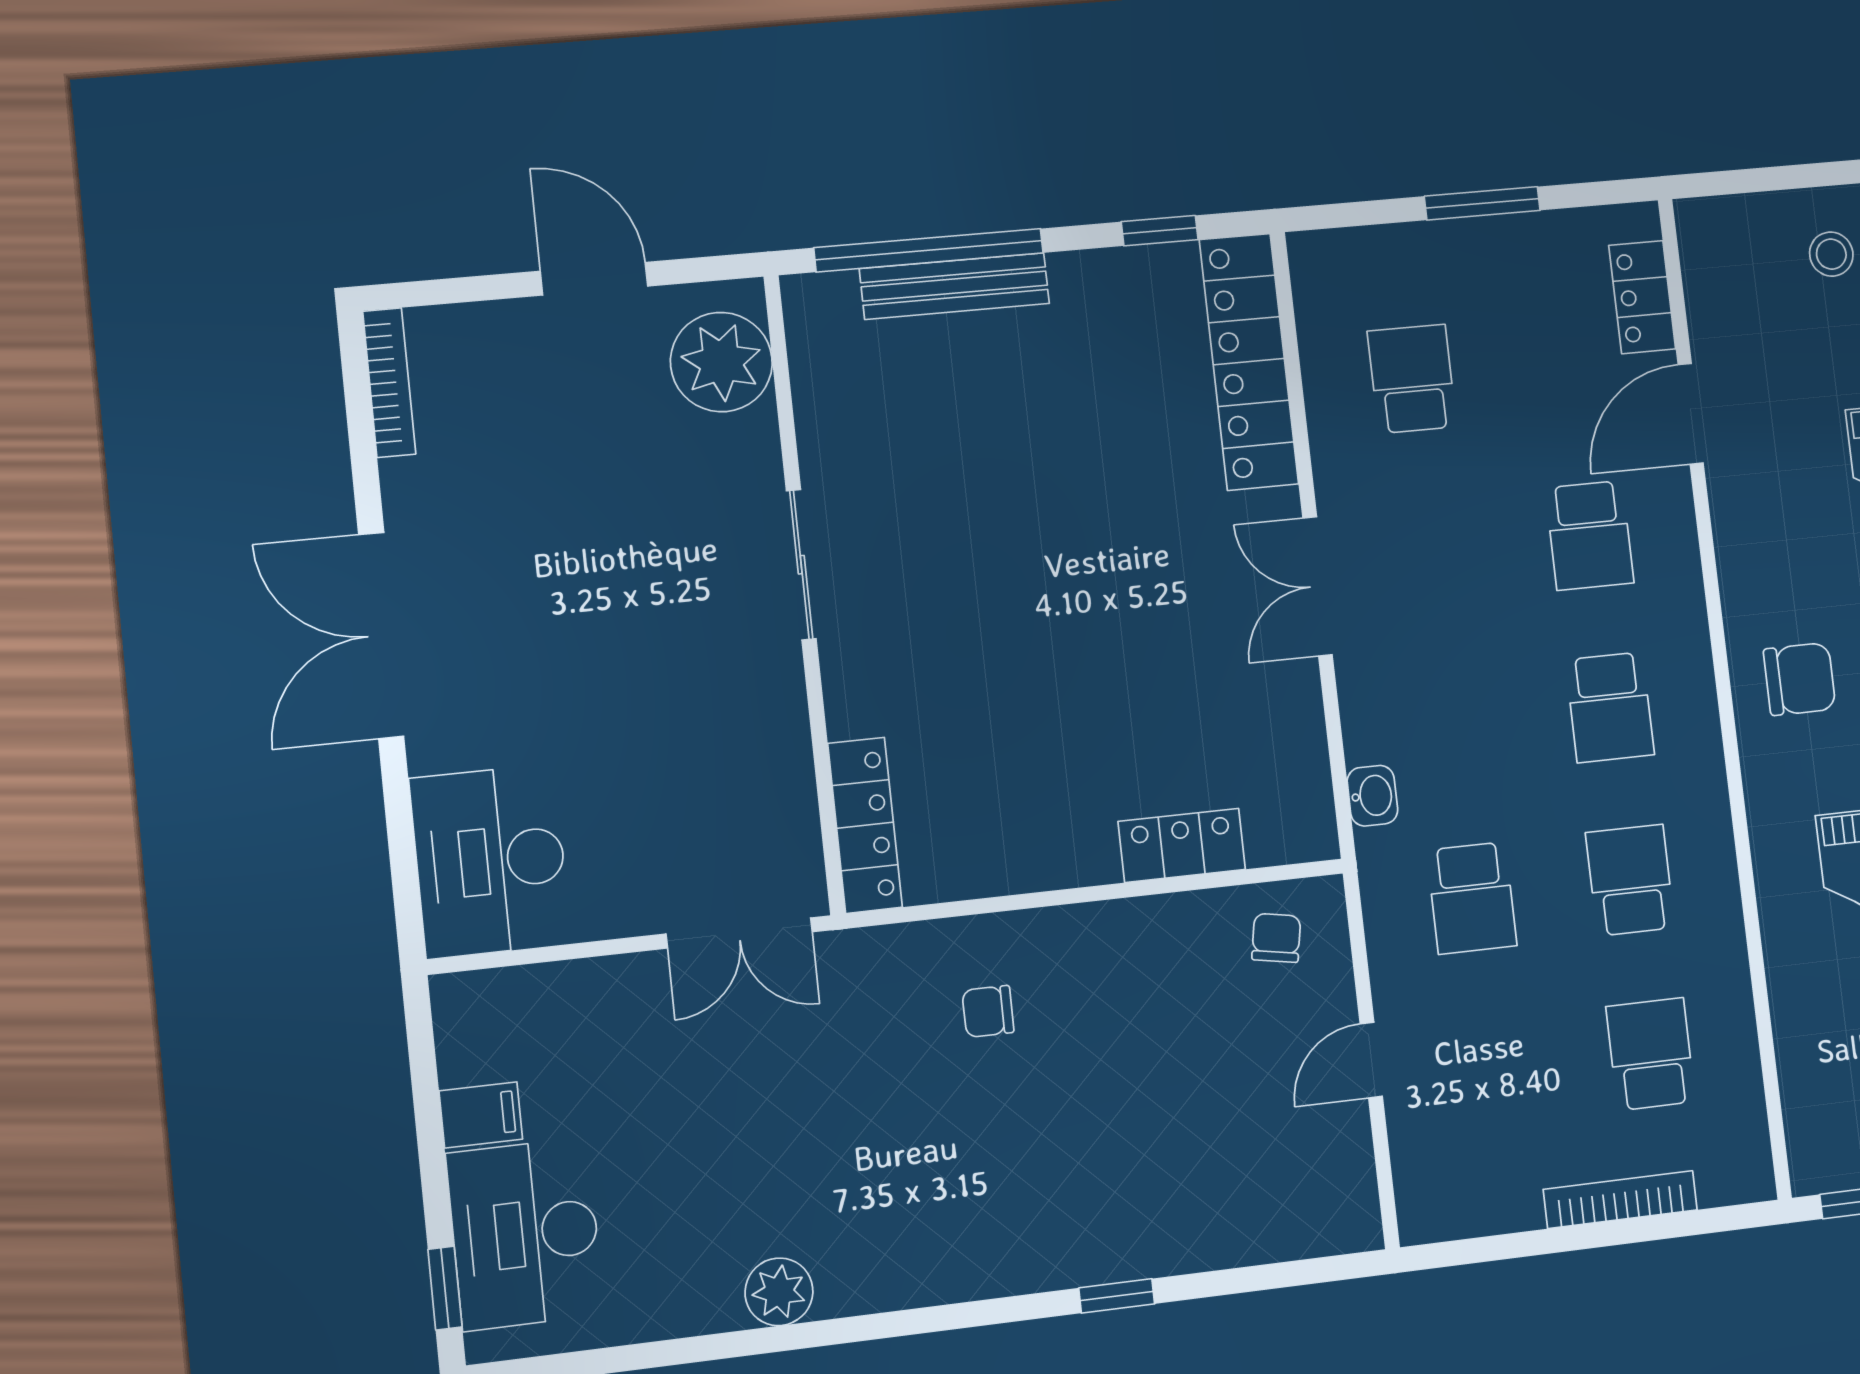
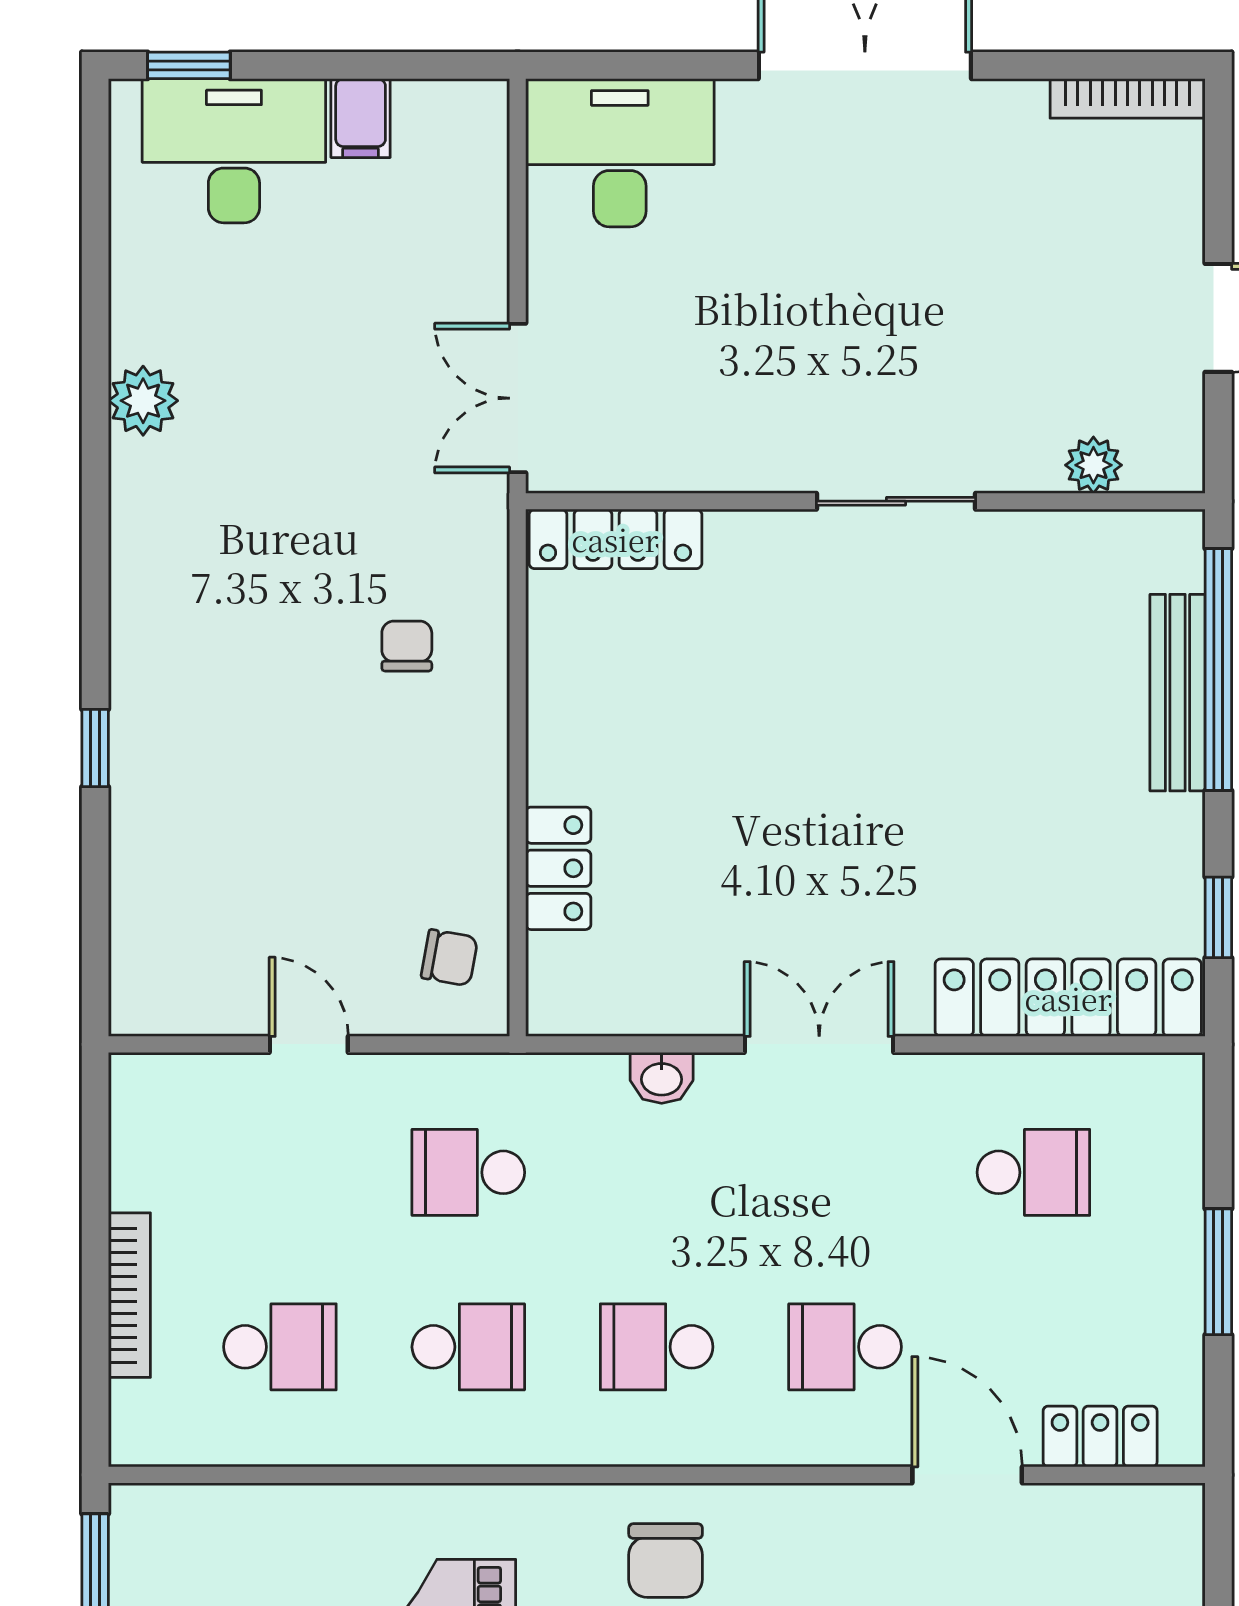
plant: (721, 362) -> (1093, 465), width x0.53, depth x0.53
washbasin: (1372, 796) -> (662, 1078), moved

